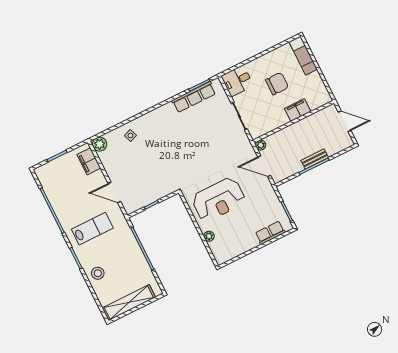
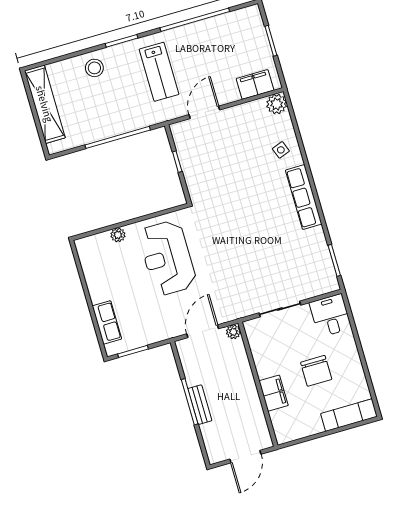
row of seats: (194, 97) -> (304, 197), moved

